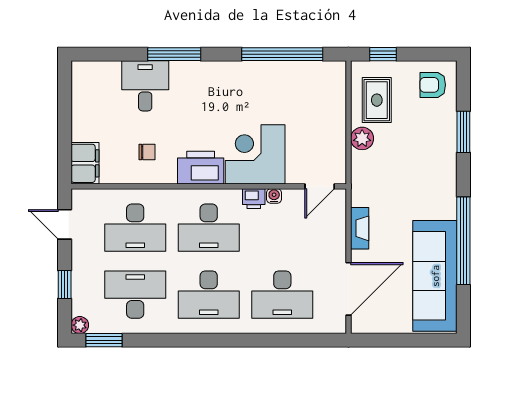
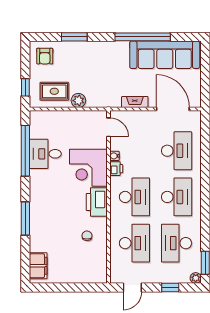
desk: (145, 86) -> (45, 154), moved
filing cabinet: (85, 163) -> (38, 266), moved, turned 90

